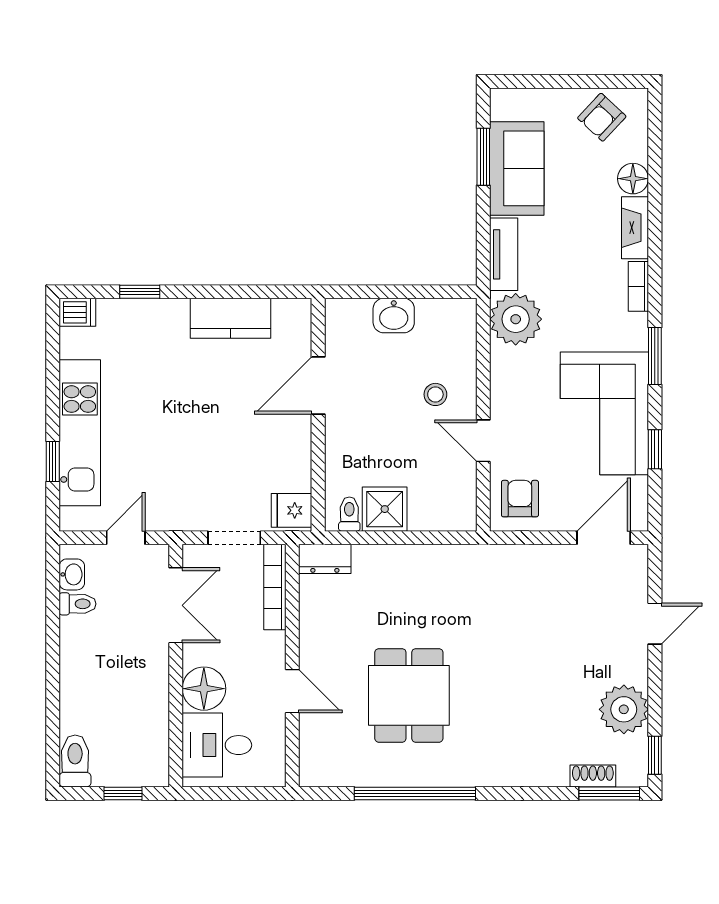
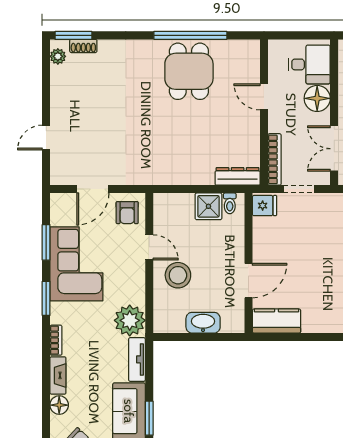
washbasin: (394, 316) -> (203, 323), width x1.38
kitchen counter: (230, 318) -> (276, 321), moved
stool: (435, 394) -> (178, 275), width x1.89, depth x1.89
window: (655, 449) -> (46, 242), width x1.50
door: (604, 538) -> (93, 189), moved
dresser: (325, 559) -> (238, 176), width x1.44
dining table: (409, 695) -> (189, 71), moved
plant: (624, 709) -> (58, 56), moved, width x0.53, depth x0.53
window: (655, 755) -> (46, 58), removed

